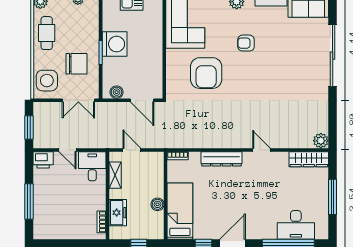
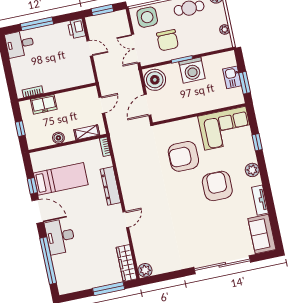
armchair: (246, 43) -> (217, 186), width x1.88, depth x1.88
boiler: (117, 92) -> (155, 80), width x1.86, depth x1.86
door: (68, 150) -> (90, 48), swing flipped
desk: (92, 166) -> (20, 44), moved, turned 180
shelving: (115, 175) -> (87, 132), moved
window: (333, 197) -> (109, 289), moved
bed: (180, 211) -> (61, 179), moved
desk: (296, 225) -> (60, 236), moved

